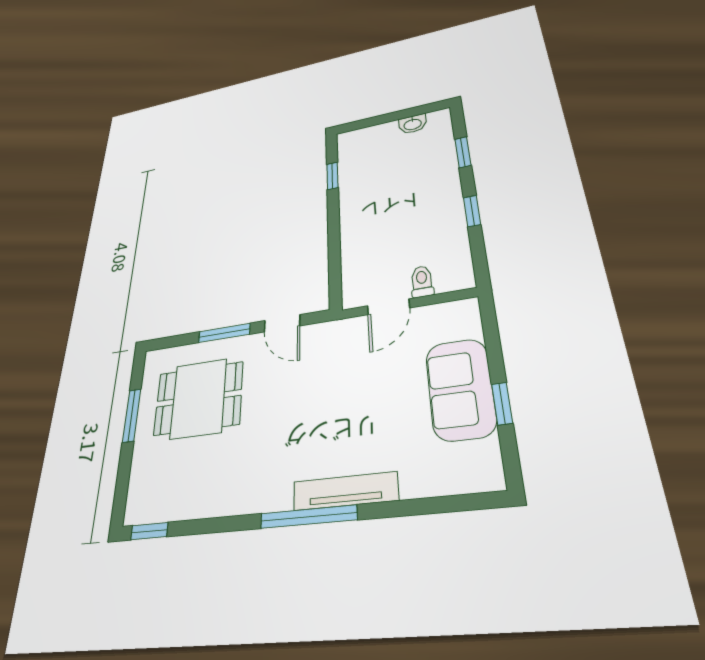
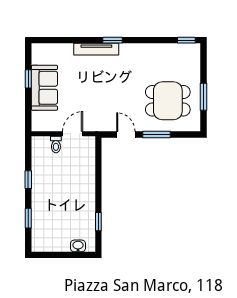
washbasin: (413, 124) -> (78, 246), moved
window: (308, 517) -> (112, 40), width x0.46

